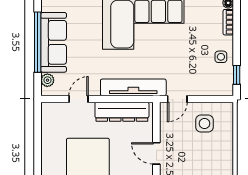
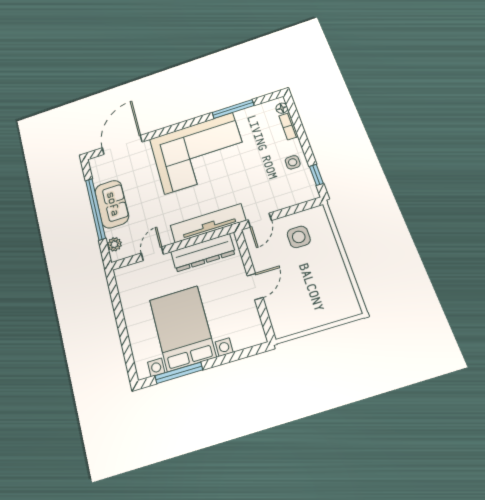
sofa: (54, 42) -> (112, 204), width x0.73
door: (156, 153) -> (255, 287), swing flipped

